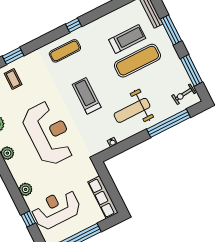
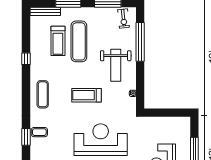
window: (74, 25) -> (26, 59), moved
treadmill: (127, 39) -> (58, 41), turned 180
coffee table: (13, 79) -> (39, 132), moved
row of seats: (103, 197) -> (172, 122), removed

